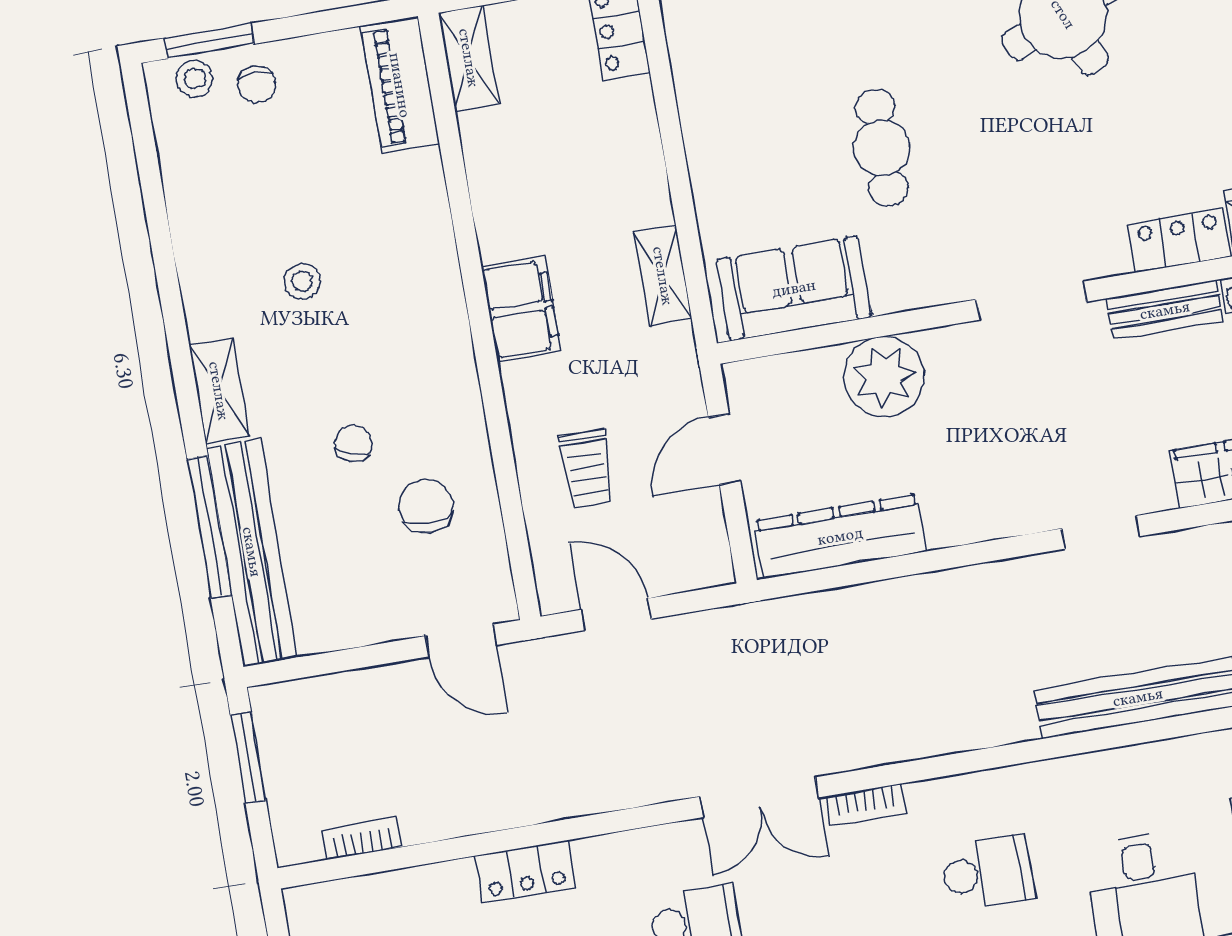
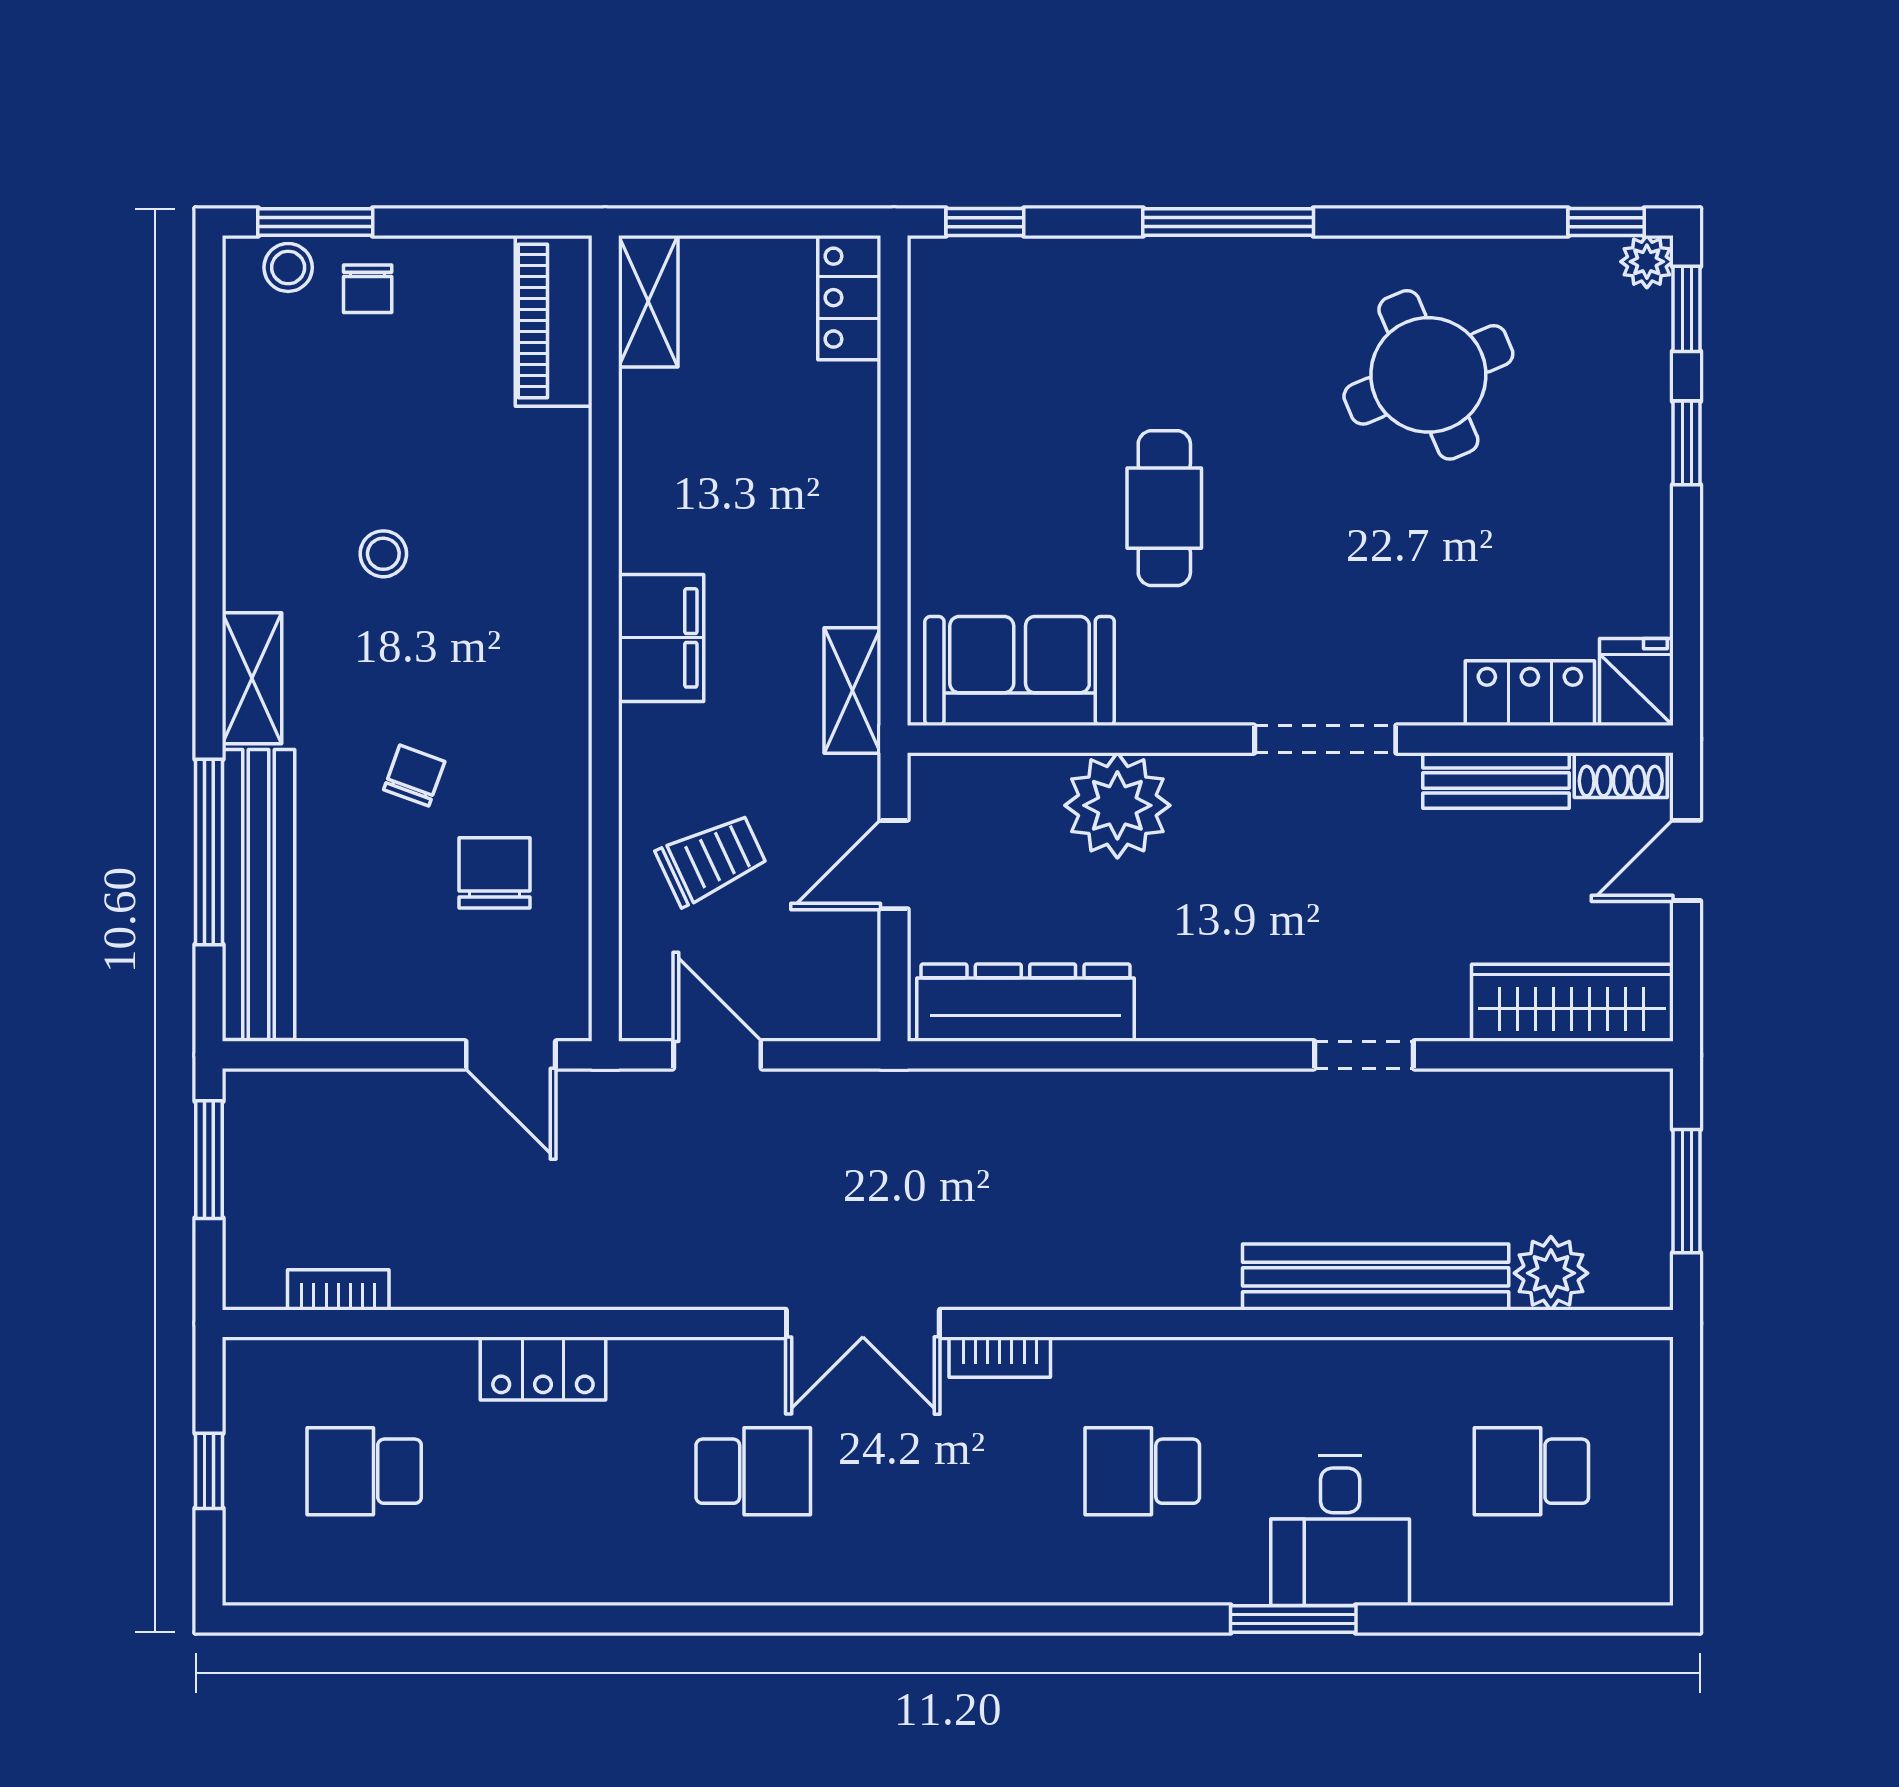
shelving: (663, 276) -> (852, 690), moved
trolley: (587, 469) -> (712, 859), turned -115
school desk: (987, 873) -> (1142, 1471), turned 180

